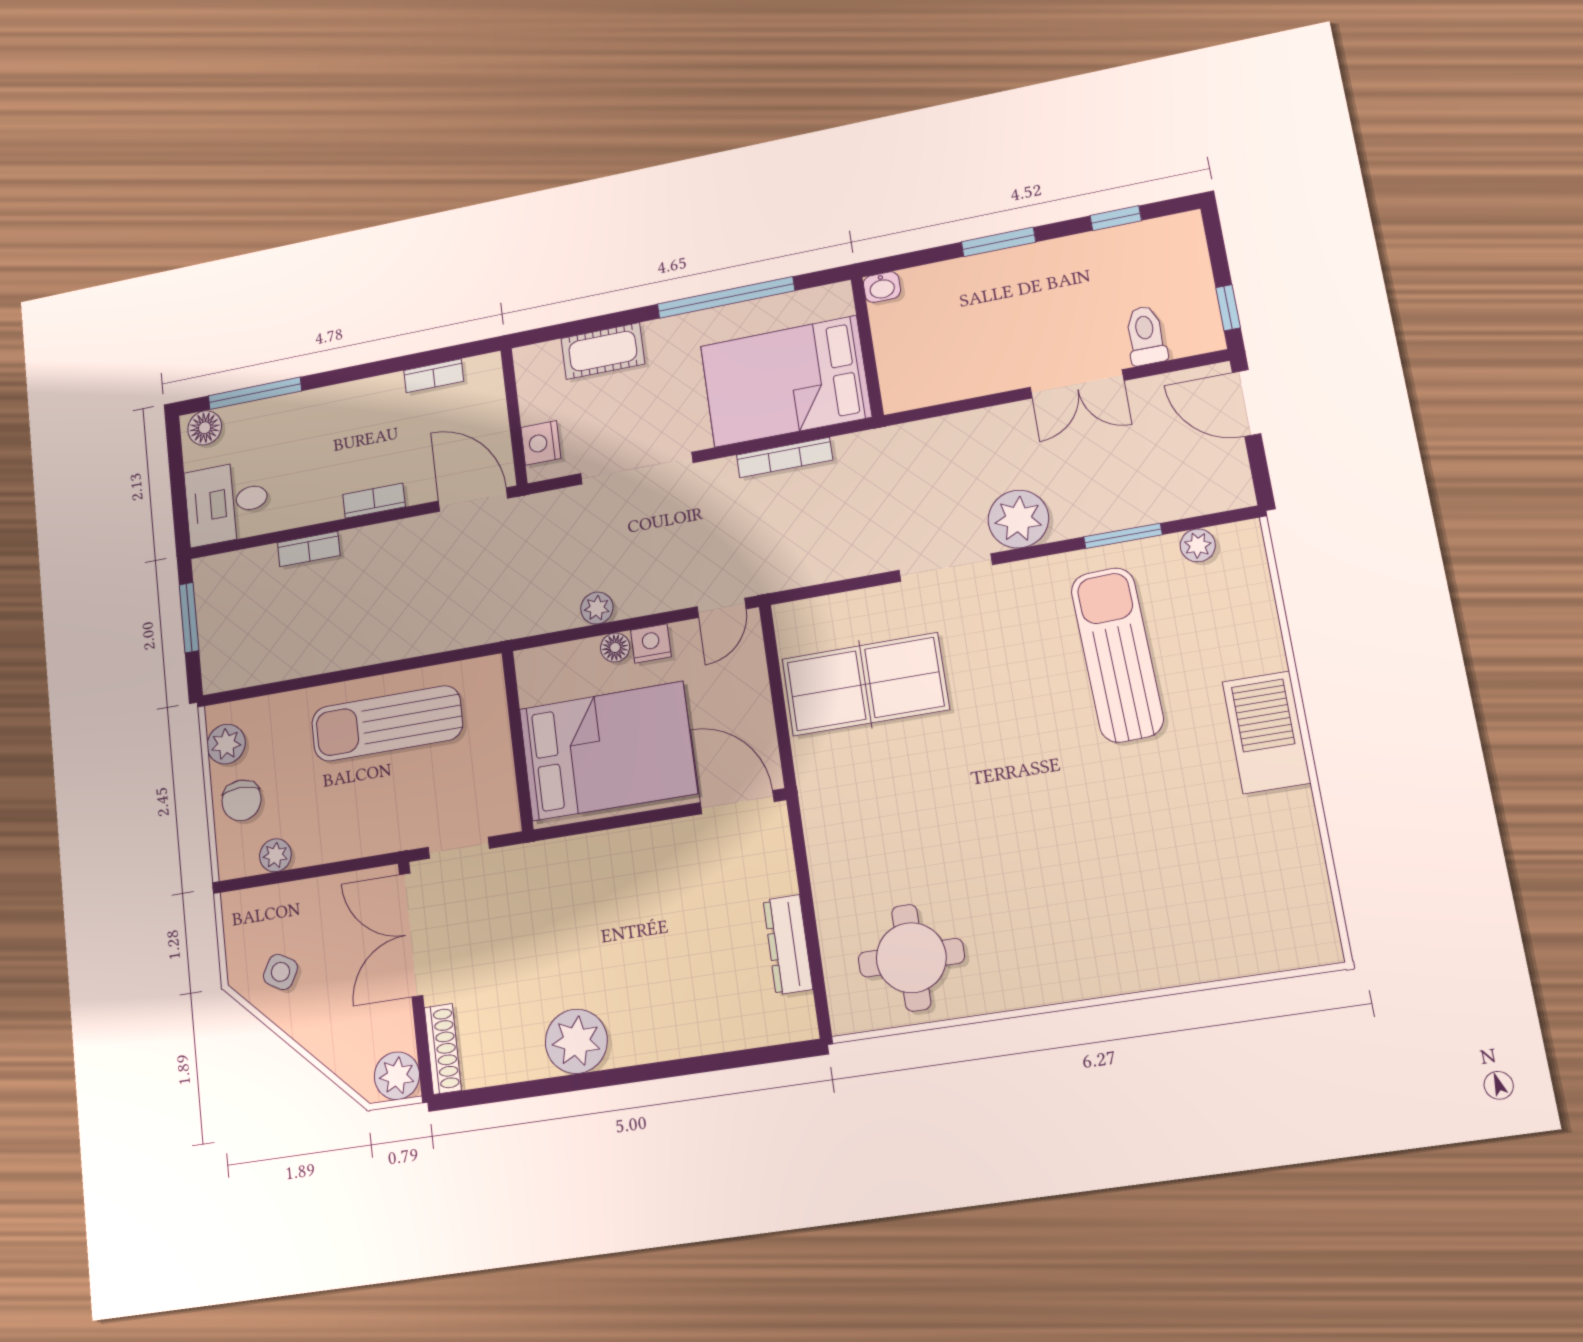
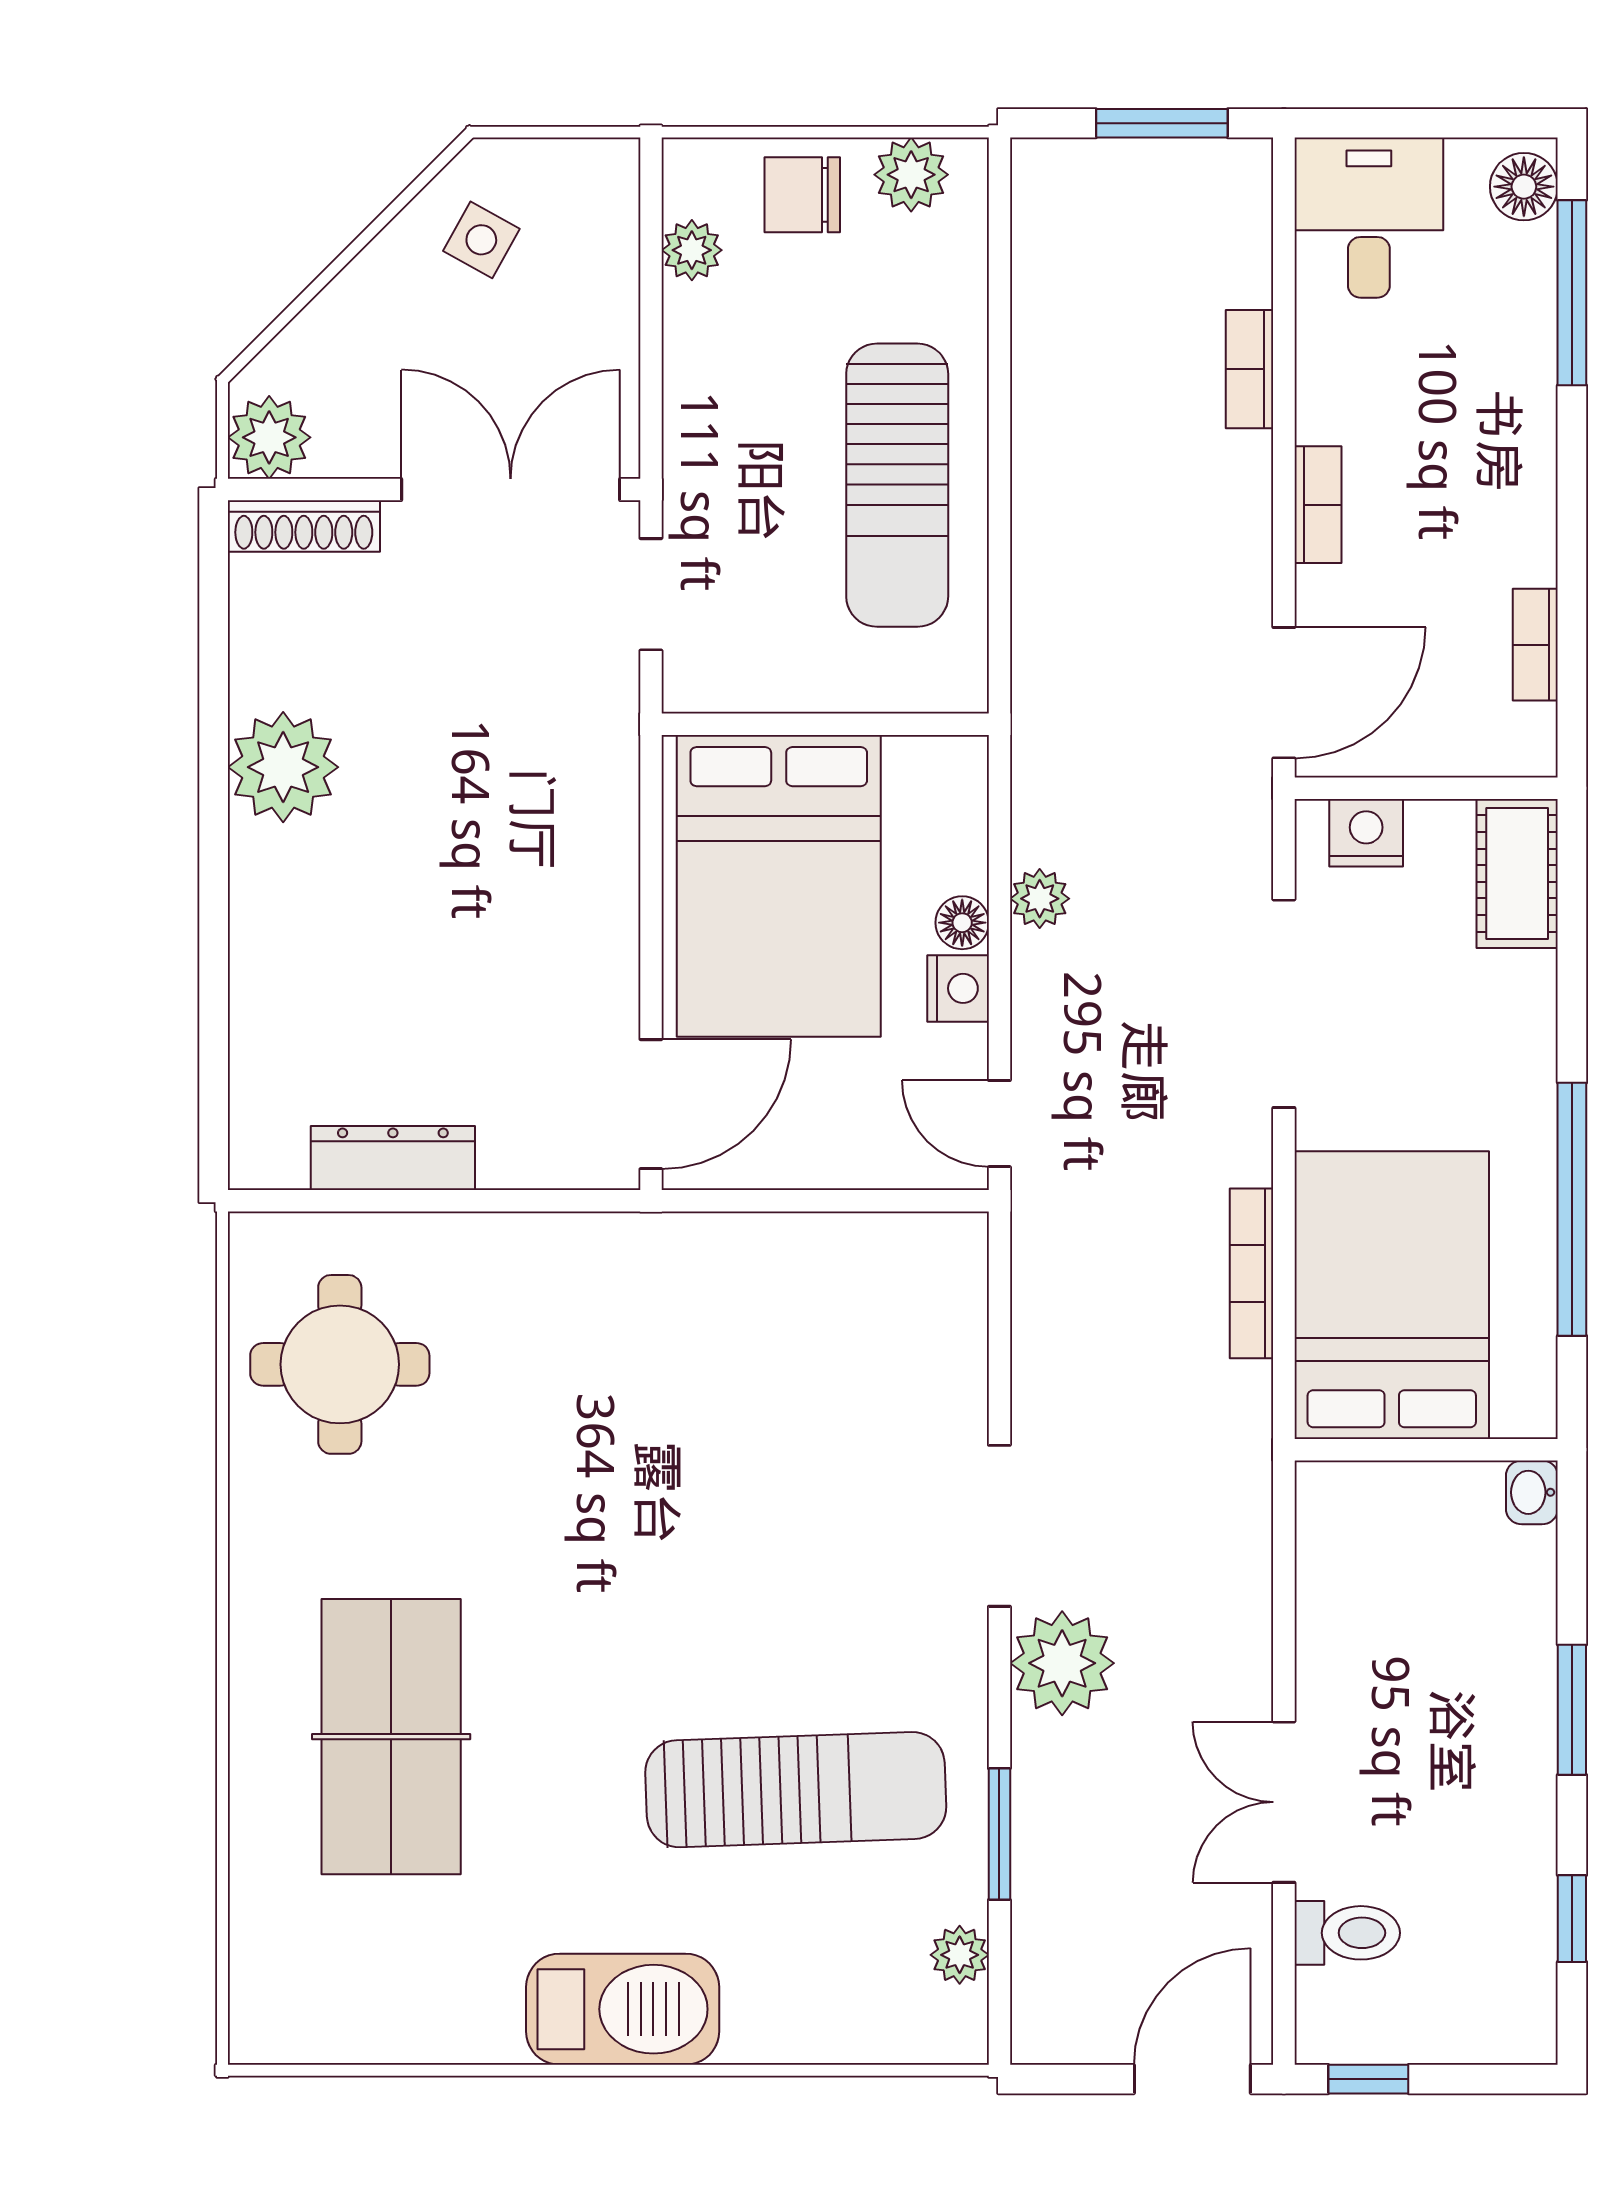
cot: (603, 351) -> (1517, 874), moved
table tennis table: (865, 684) -> (391, 1737), moved
sun lounger: (387, 723) -> (897, 485), turned 180

